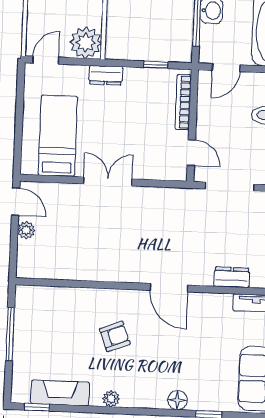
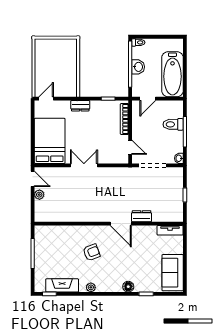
plant: (86, 43) -> (68, 88), removed
bed: (58, 136) -> (50, 141), width x1.50
dresser: (232, 277) -> (142, 216), moved

